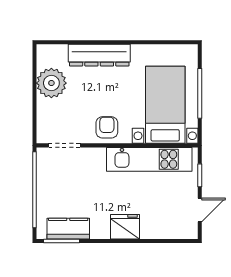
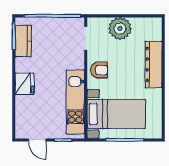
plant: (51, 83) -> (120, 29), moved

